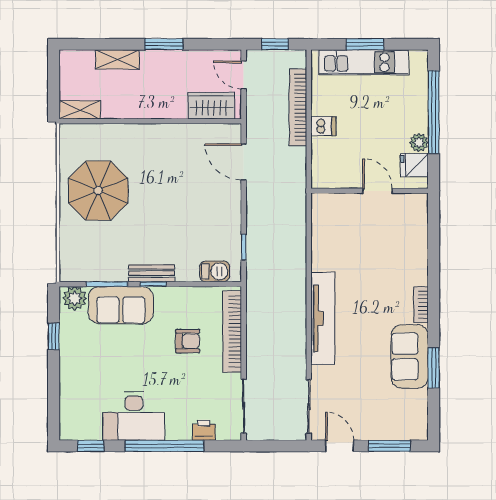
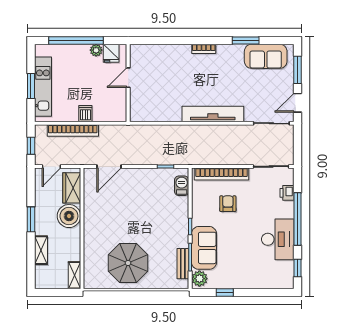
boiler: (169, 102) -> (69, 216), added
bench: (152, 273) -> (183, 264), moved
sofa: (410, 356) -> (266, 56), moved

